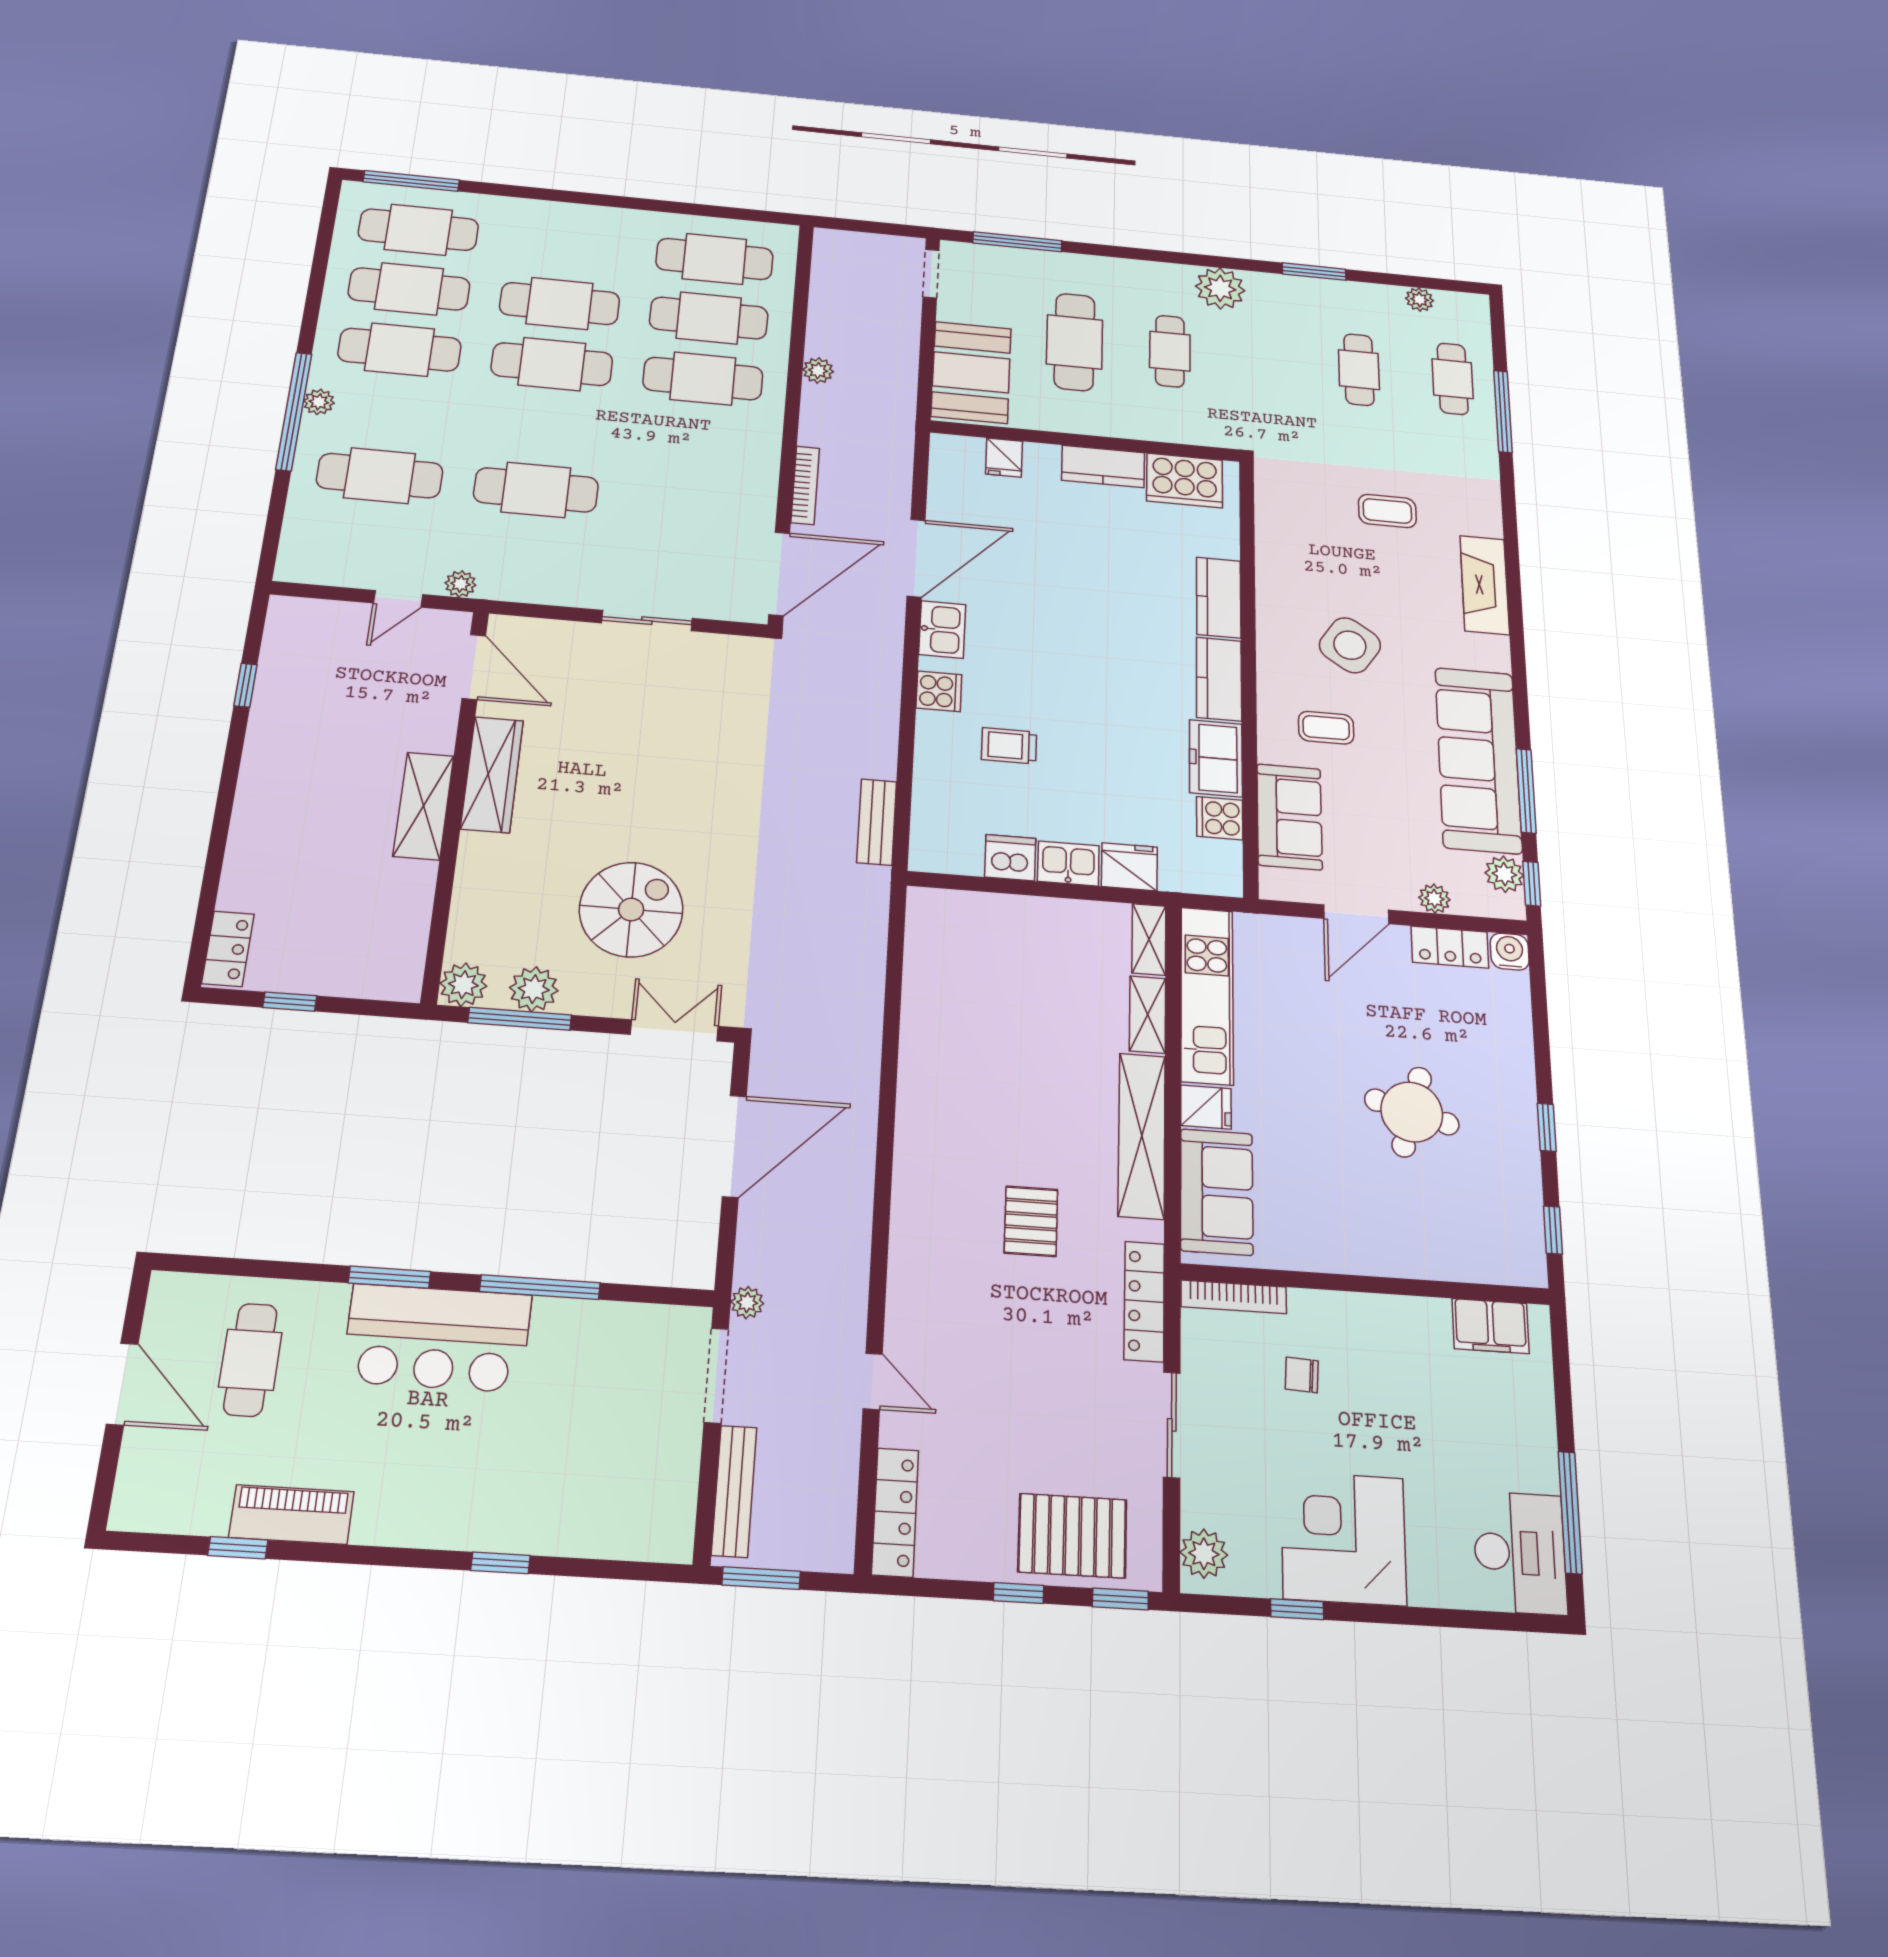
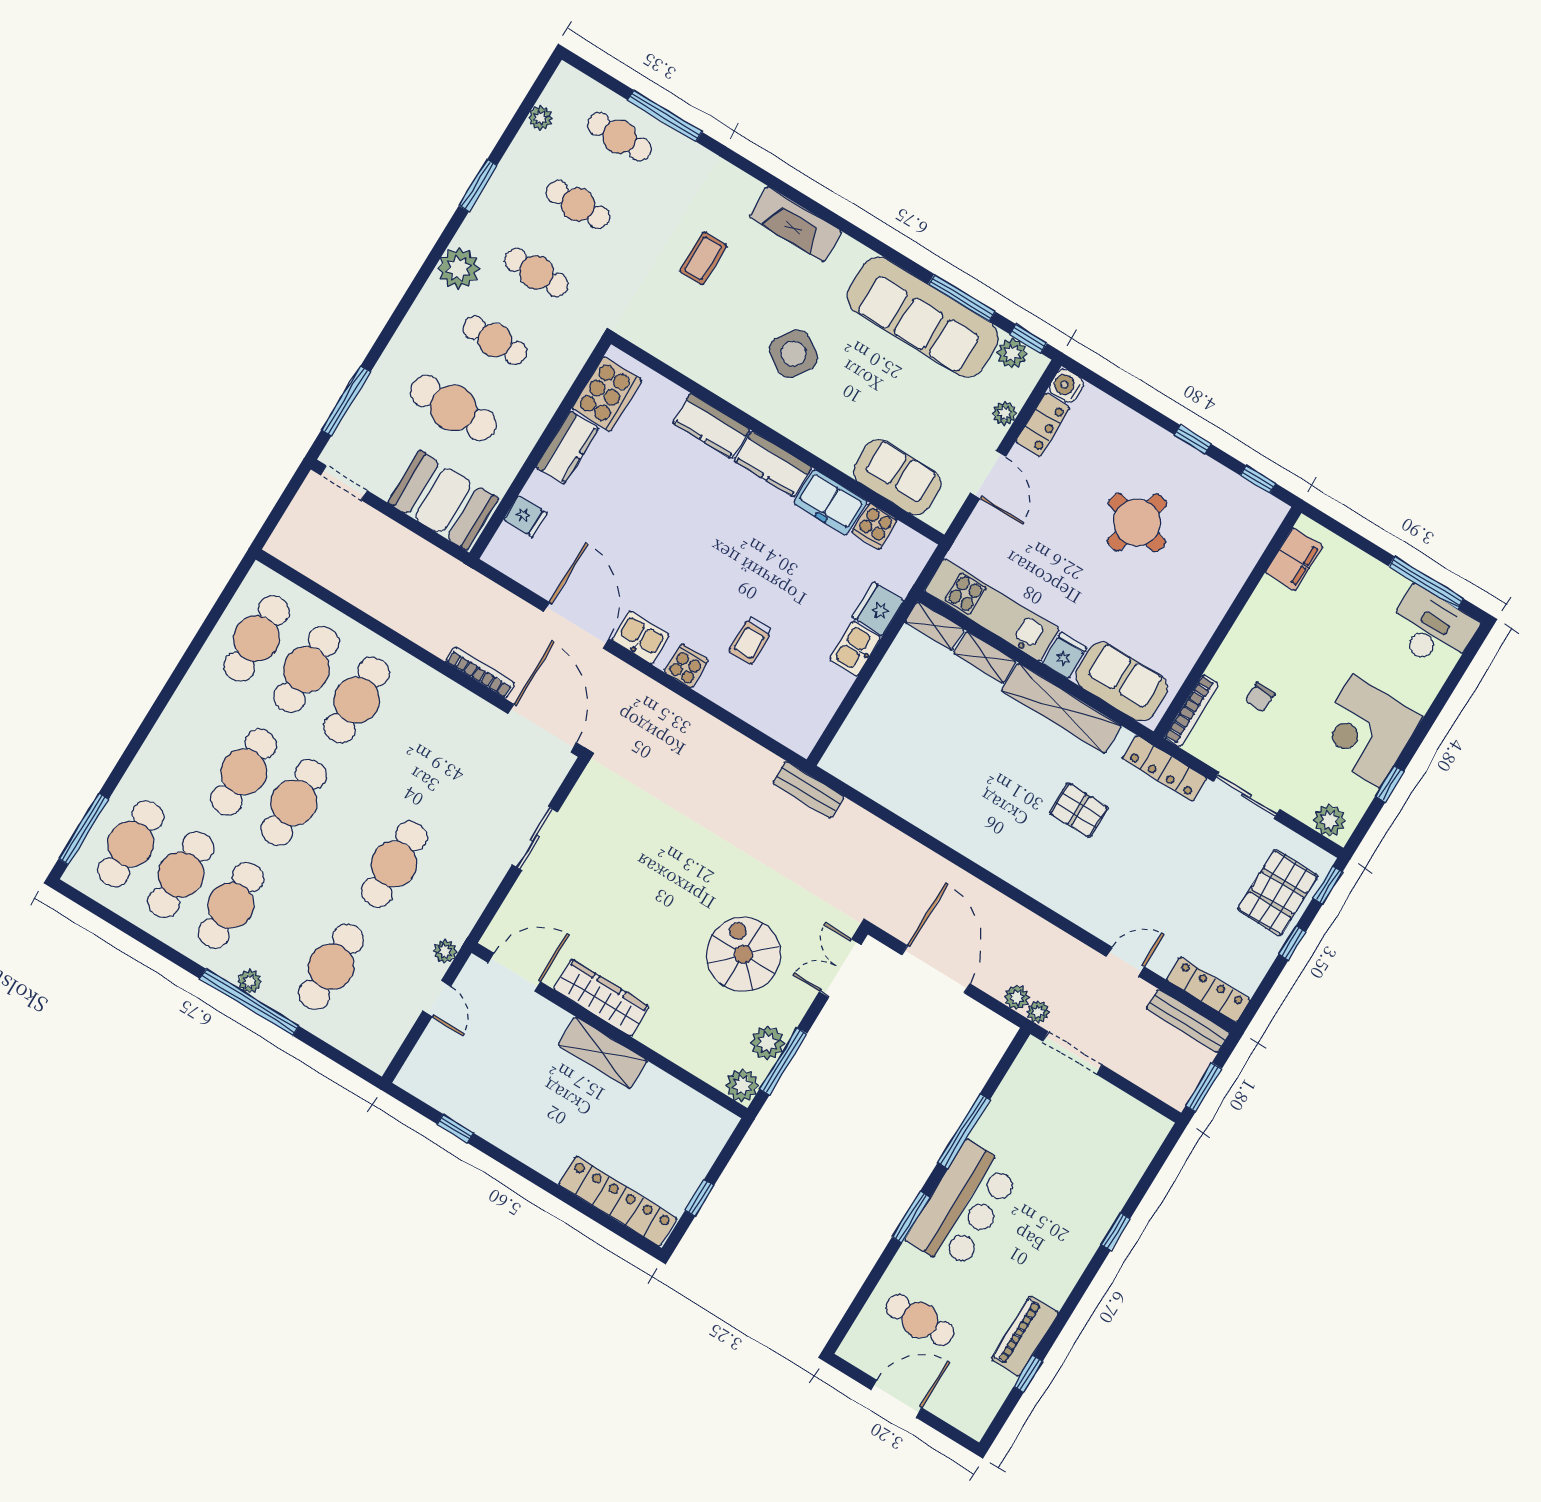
cafe table: (1265, 360) -> (536, 272), added
plant: (818, 371) -> (1017, 997), moved
coffee table: (1326, 728) -> (846, 410), removed
bench: (877, 822) -> (808, 790), moved
dishwasher: (1010, 858) -> (831, 686), removed
locker: (228, 949) -> (618, 1201), width x2.16, depth x1.21
bench: (734, 1491) -> (1188, 1021), moved

